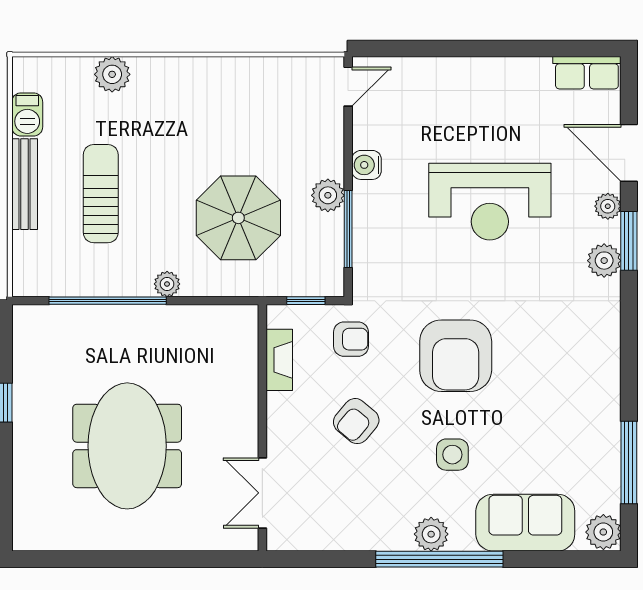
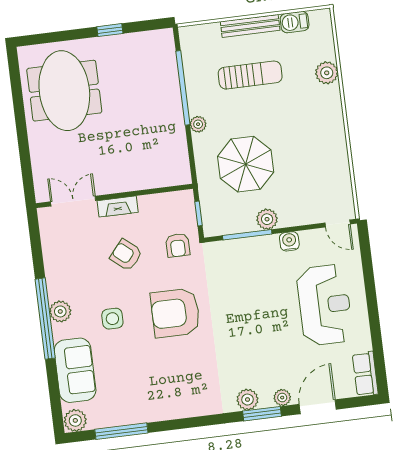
reception desk: (490, 202) -> (325, 305), moved, turned 180
fireplace: (279, 360) -> (118, 206), moved
meeting table: (127, 446) -> (64, 91), moved, turned 90

